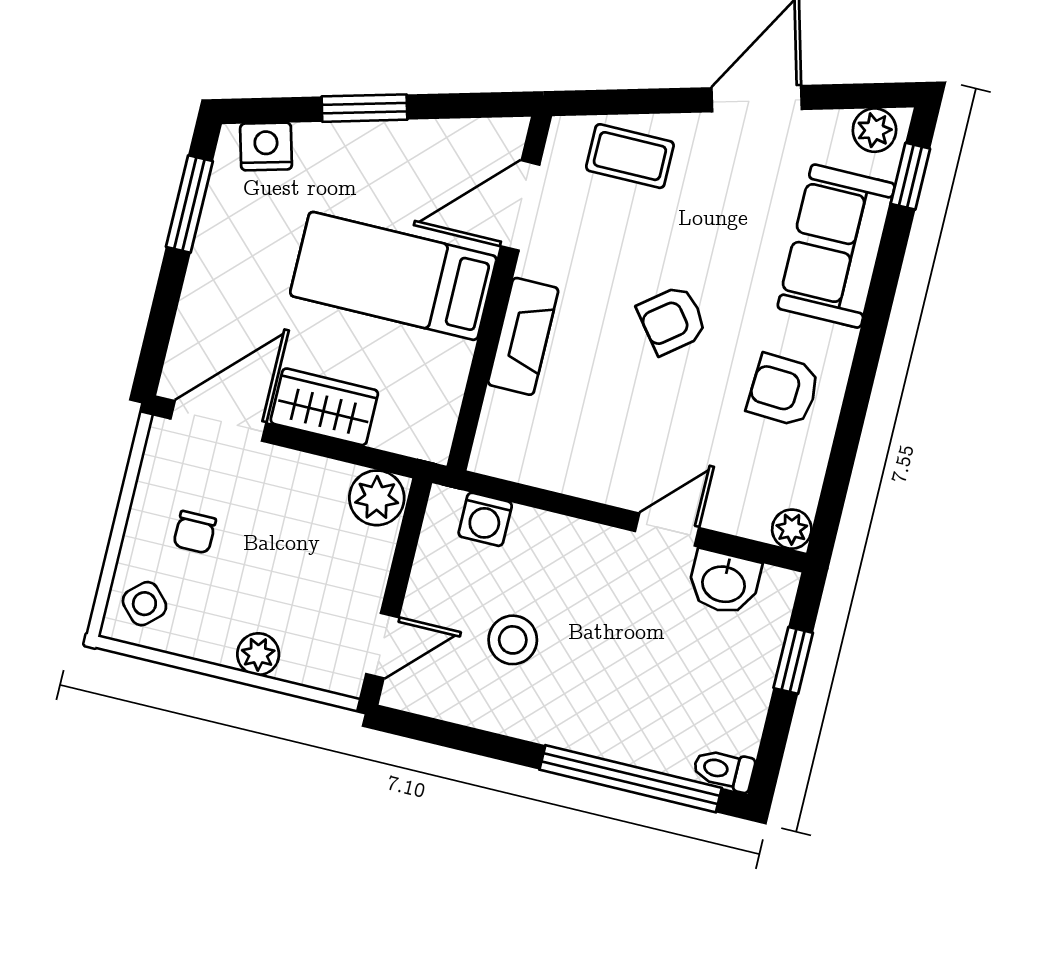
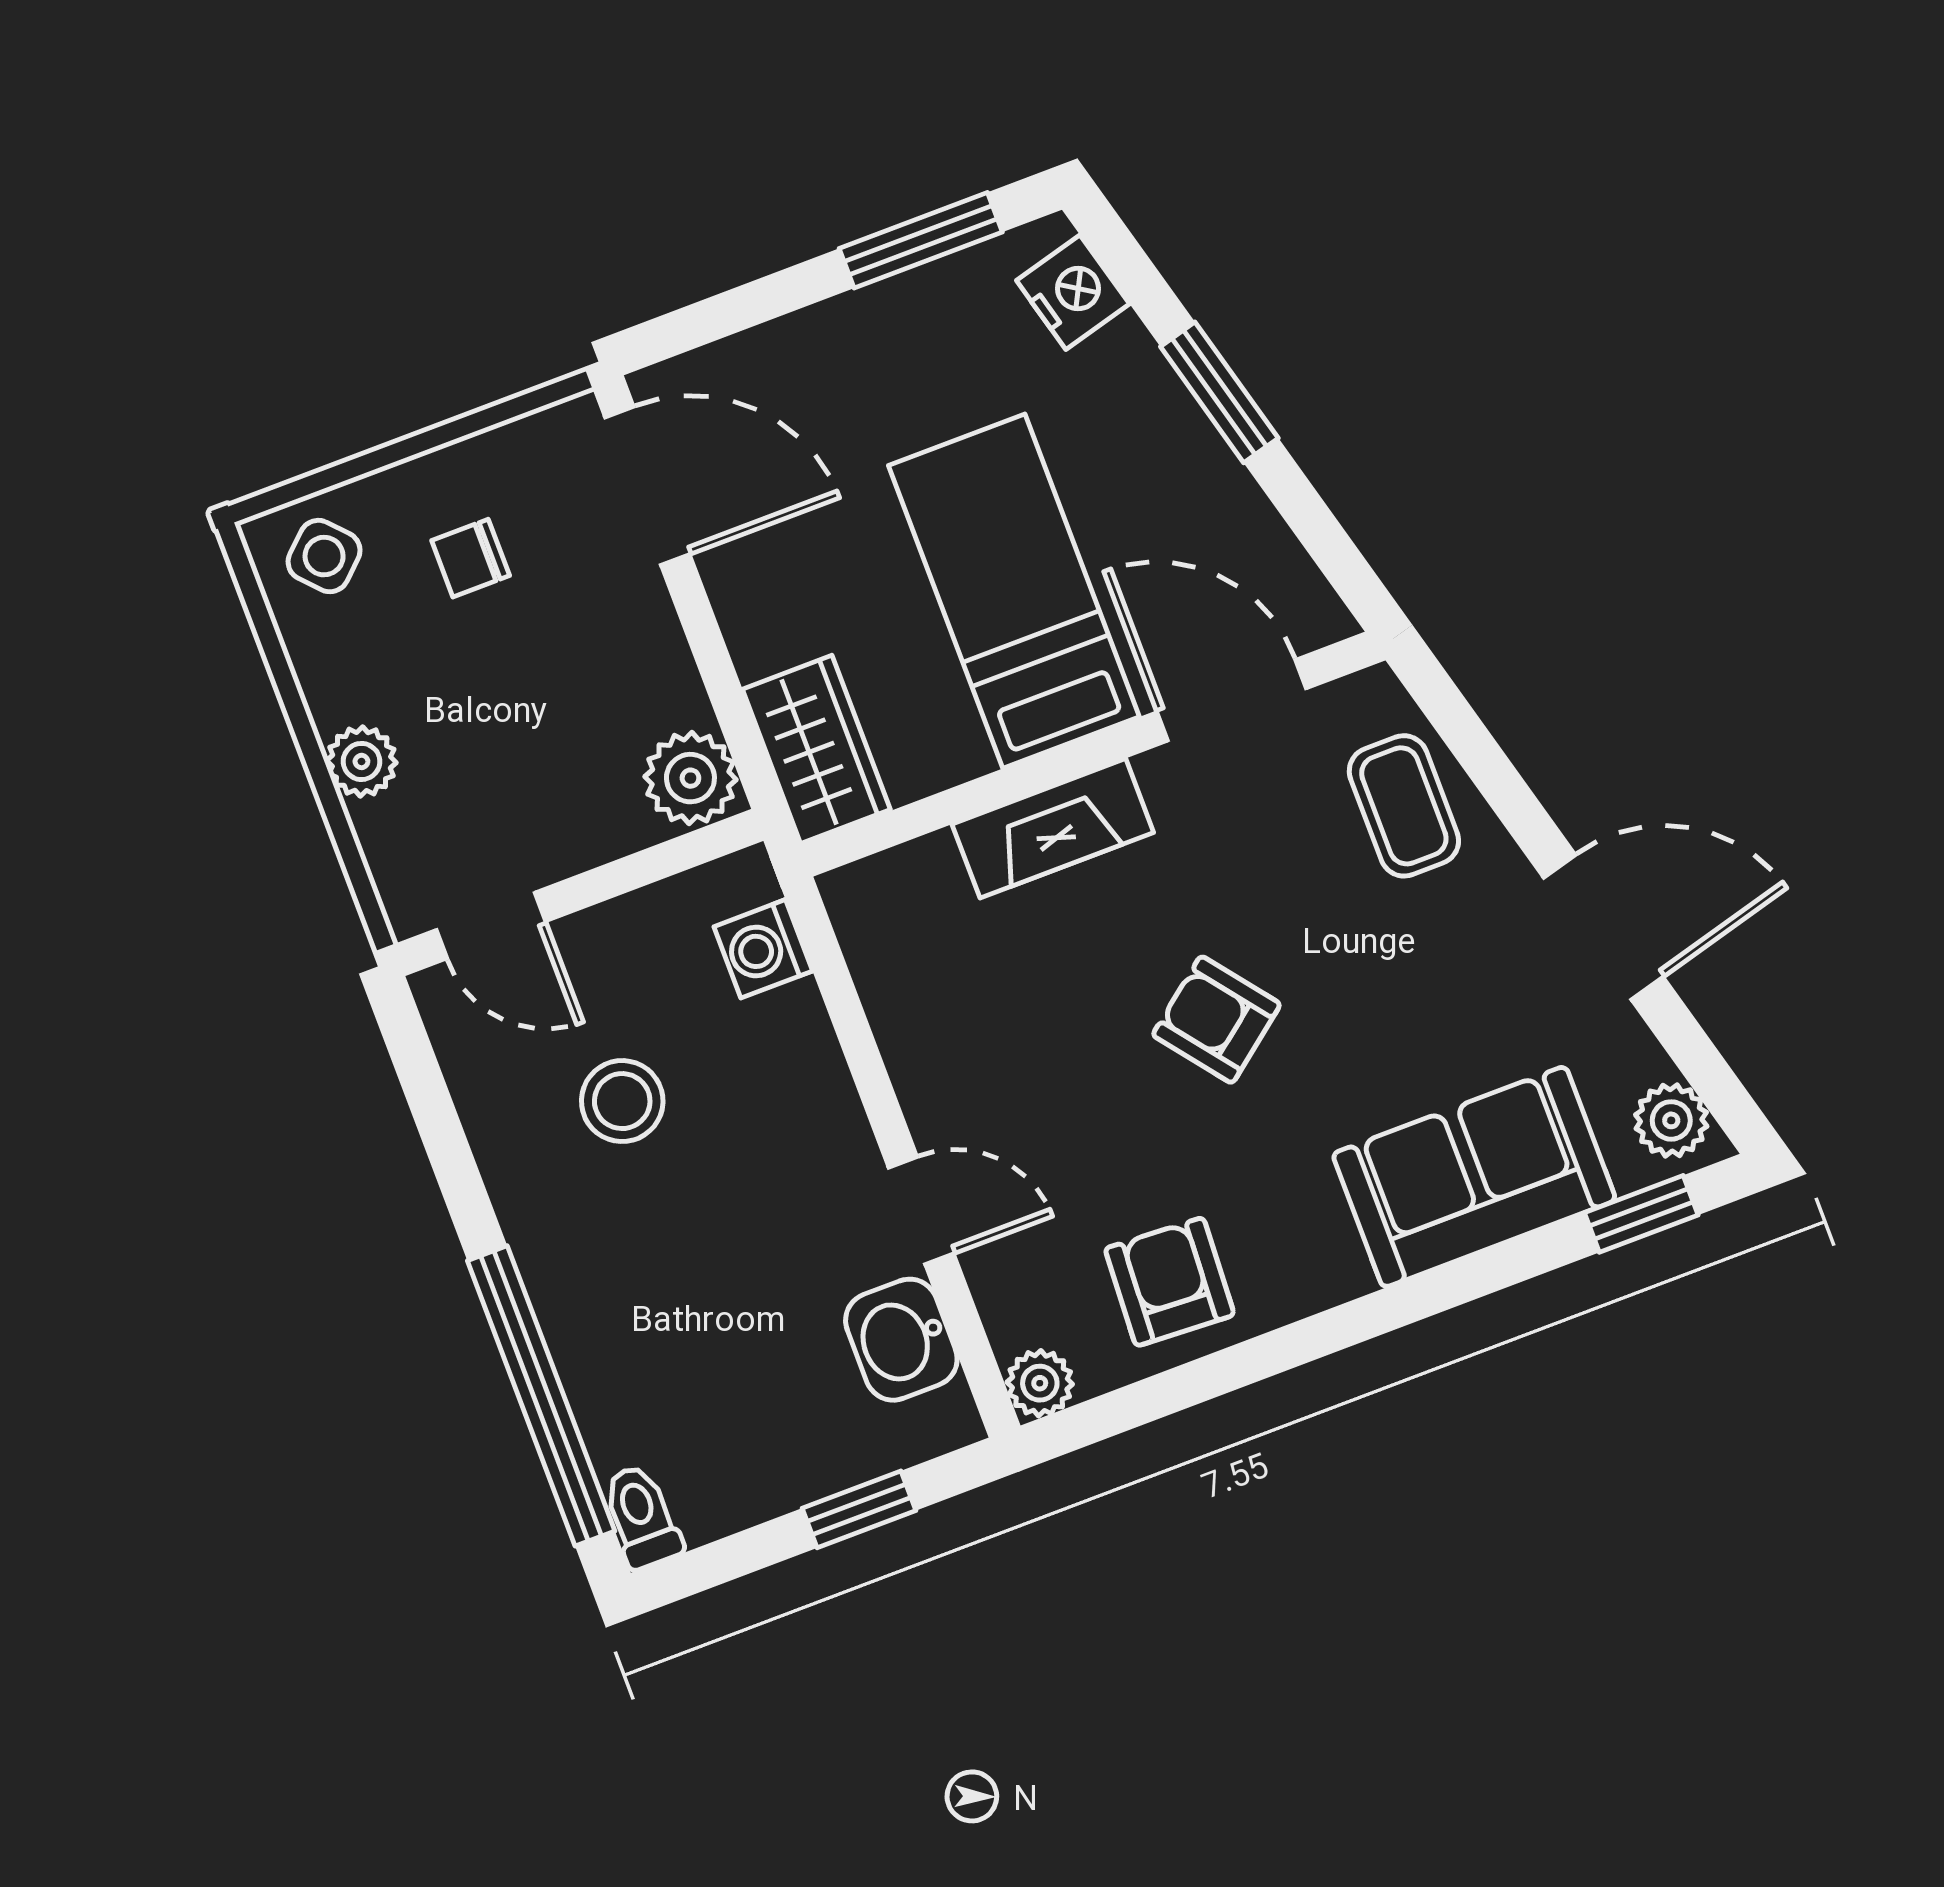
armchair: (783, 390) -> (1170, 1282), moved
wardrobe: (324, 407) -> (816, 749), moved

